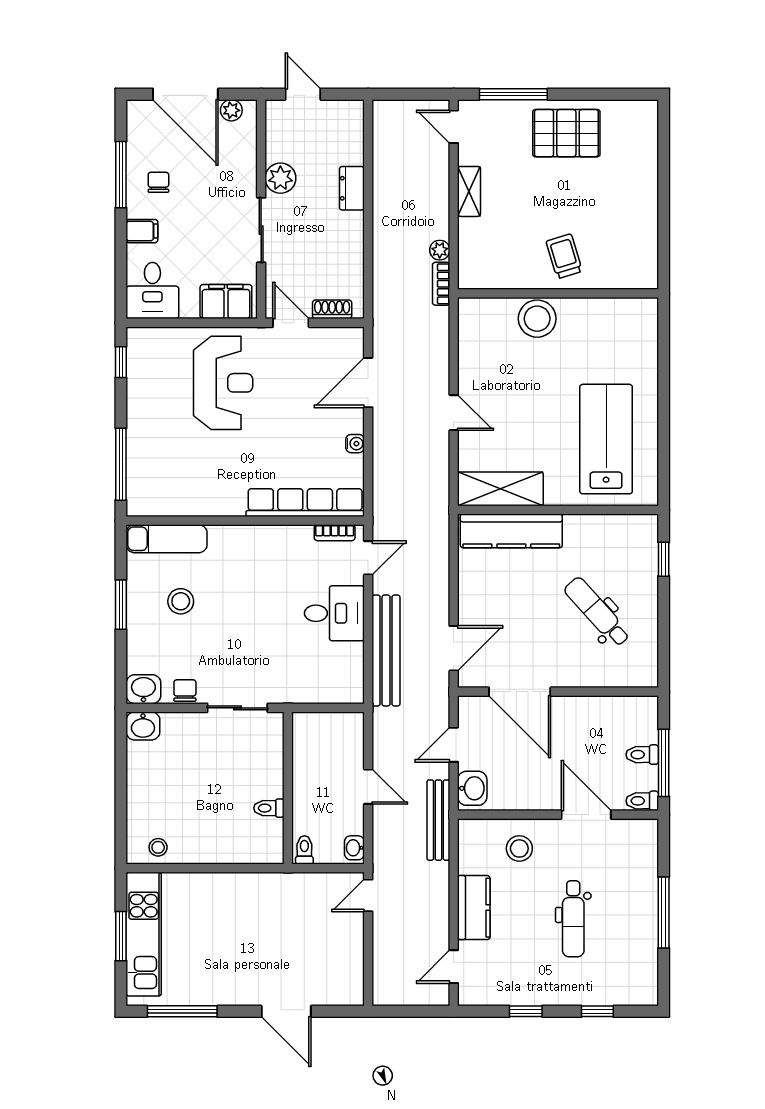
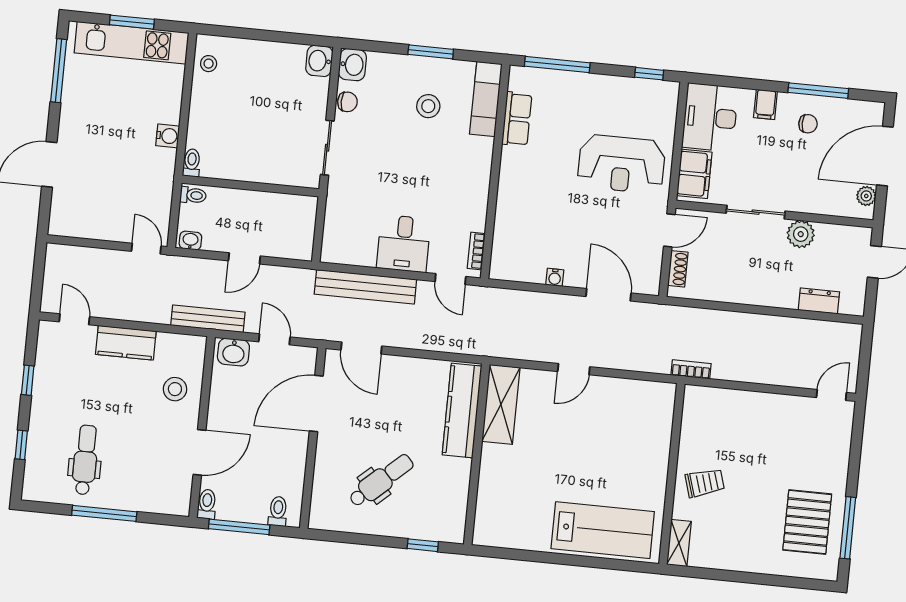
window: (513, 94) -> (848, 528), moved
pallet: (566, 133) -> (807, 522), moved
dresser: (352, 188) -> (819, 301), moved
shelving: (469, 191) -> (679, 543), moved, turned 90
plant: (440, 250) -> (721, 371), removed
desk: (152, 291) -> (710, 117), width x1.37
stool: (537, 319) -> (651, 453), removed
lab bench: (606, 439) -> (603, 530), moved
row of seats: (305, 503) -> (517, 119), moved, width x0.50
toilet: (642, 755) -> (278, 511), moved
toilet: (269, 808) -> (192, 163), moved
water cooler: (242, 884) -> (168, 136), added
dental chair: (573, 919) -> (85, 460), moved, turned 90

